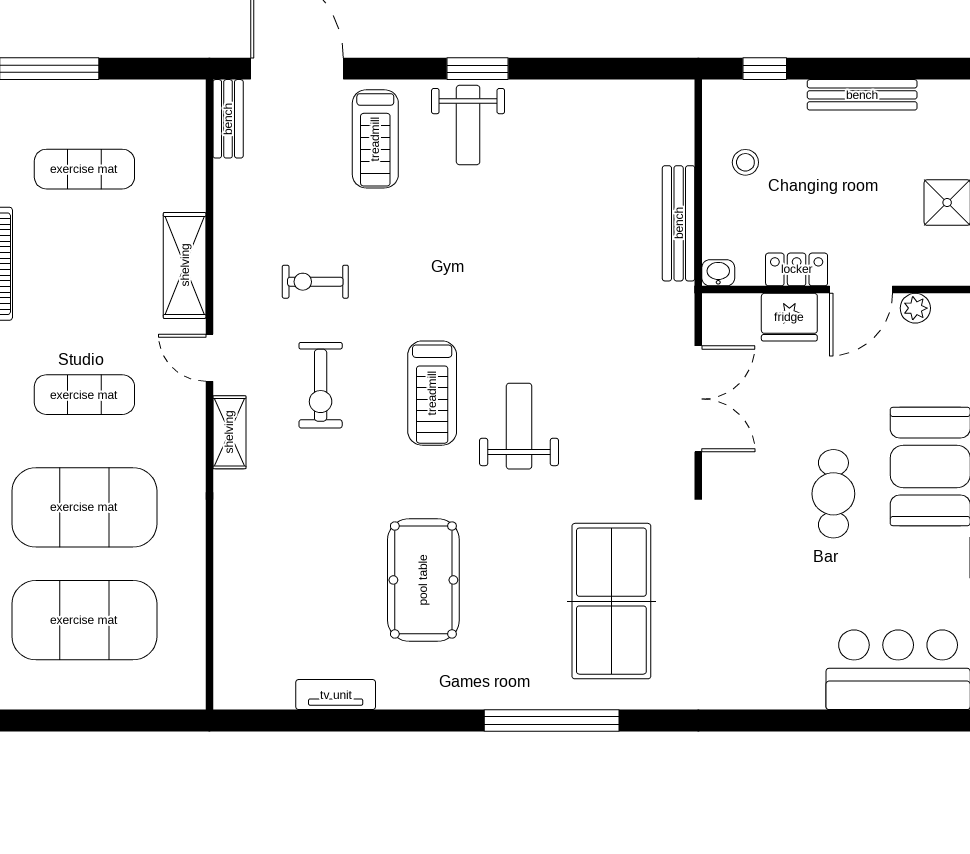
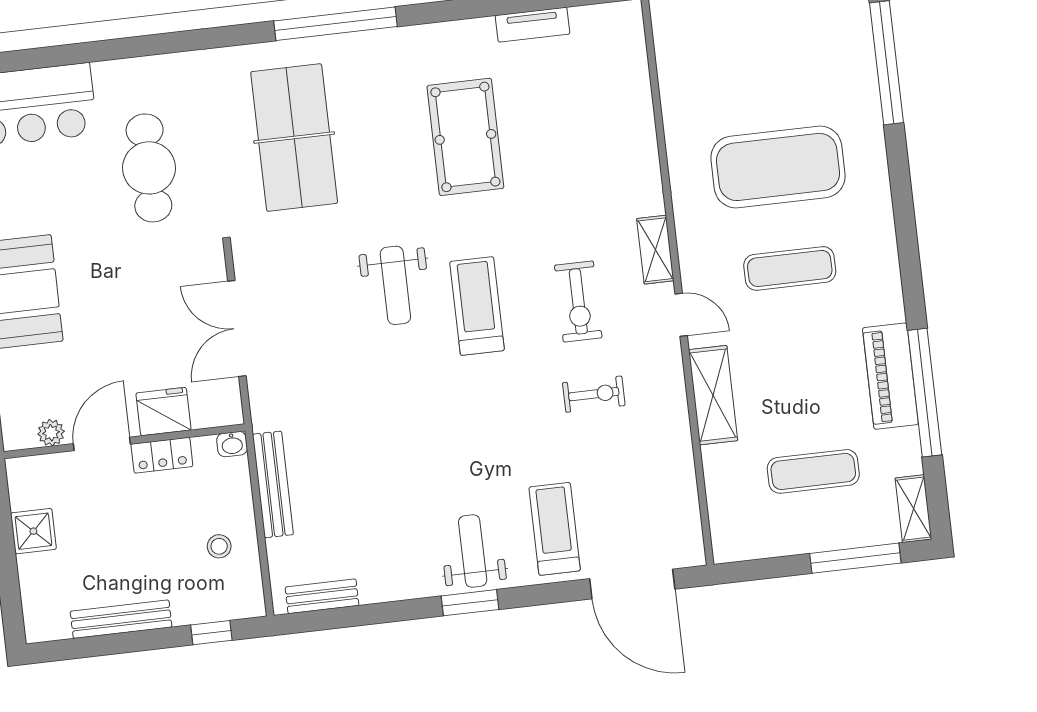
bench: (228, 119) -> (322, 596), moved, turned 90
exercise bike: (321, 385) -> (578, 301), turned 180
cafe table: (833, 494) -> (149, 168), moved, width x1.37, depth x1.35
exercise mat: (84, 620) -> (766, 66), removed

